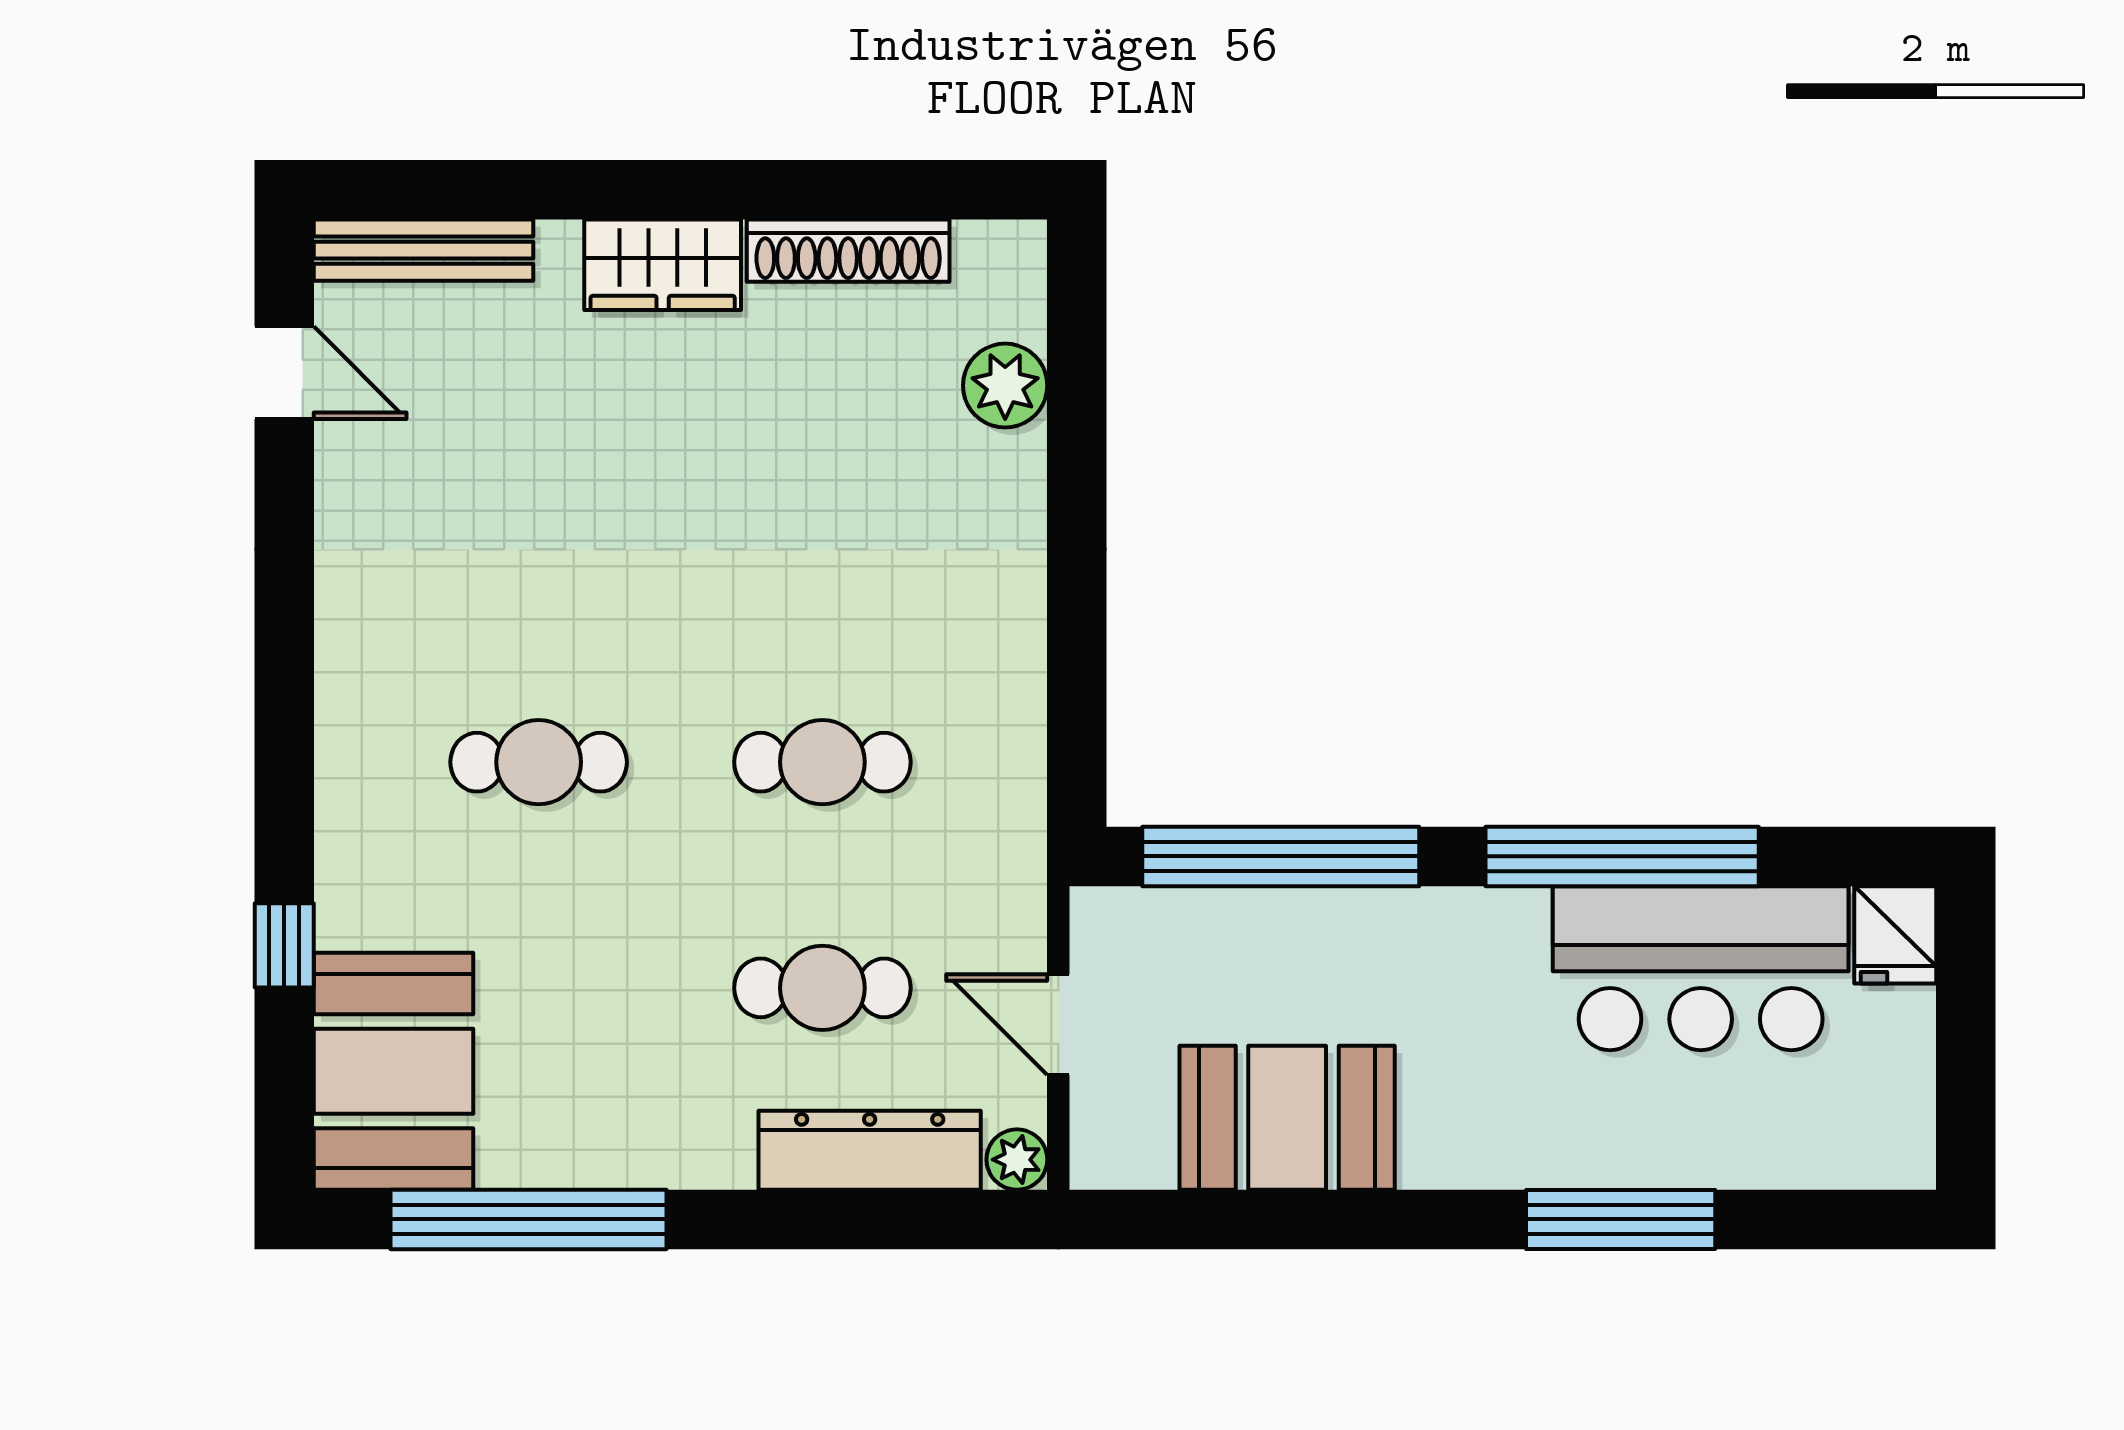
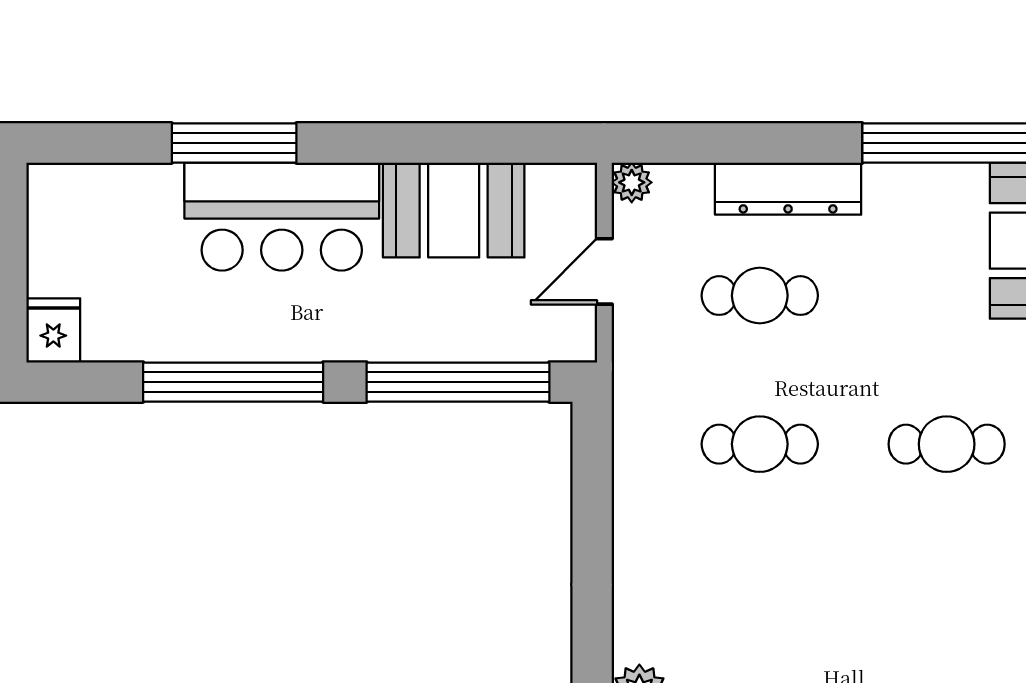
bar counter: (1701, 968) -> (282, 217), moved, turned 180
door: (1058, 1025) -> (604, 271), swing flipped
dresser: (870, 1150) -> (788, 189), moved

